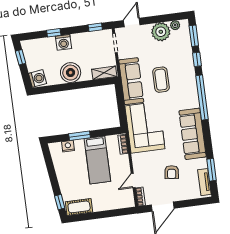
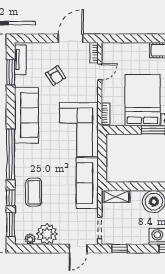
coffee table: (161, 80) -> (34, 192), moved
bed: (97, 160) -> (142, 100), width x1.50
armchair: (172, 172) -> (56, 76), turned 140

